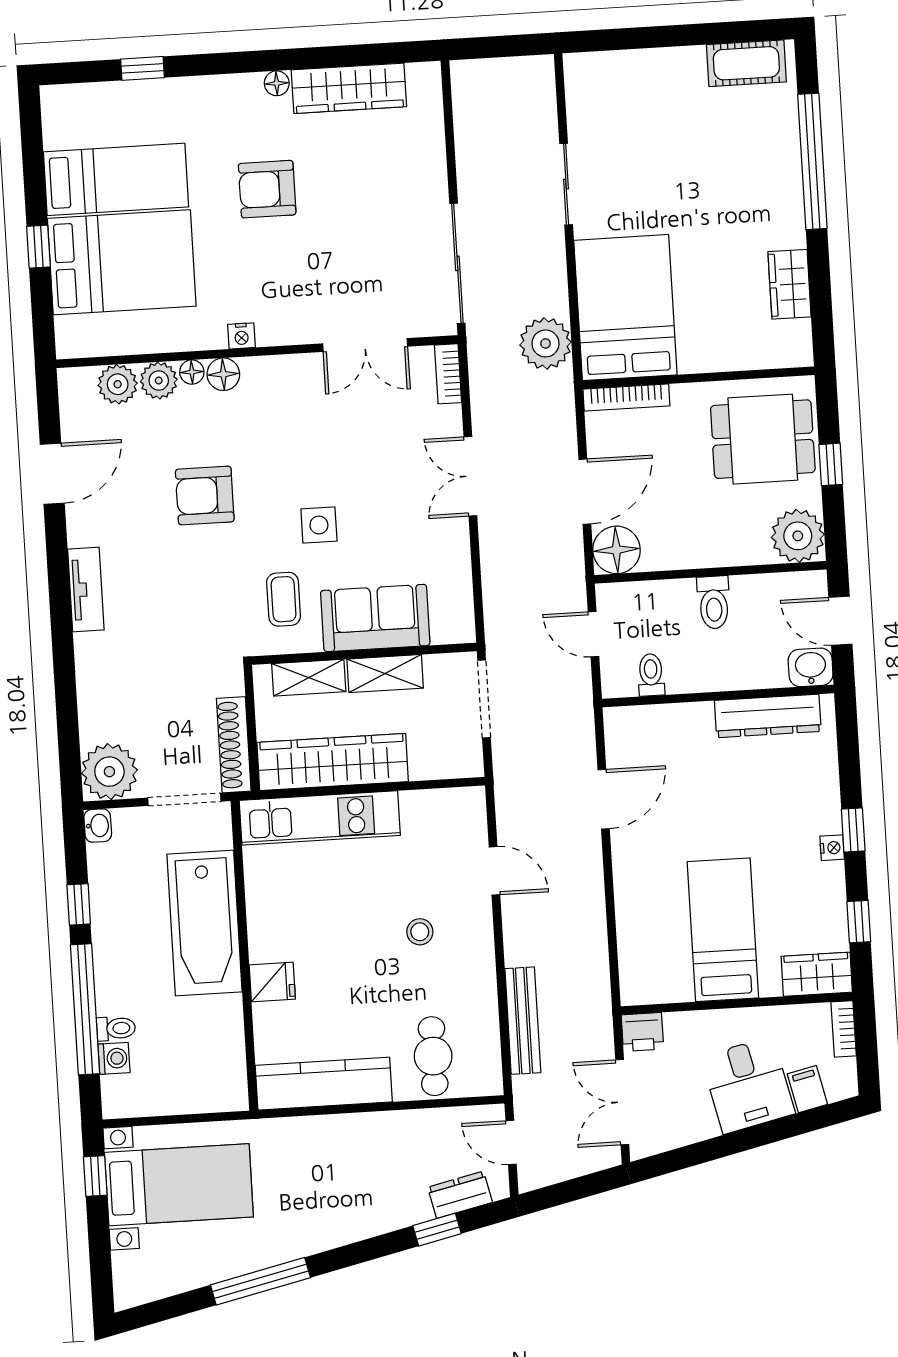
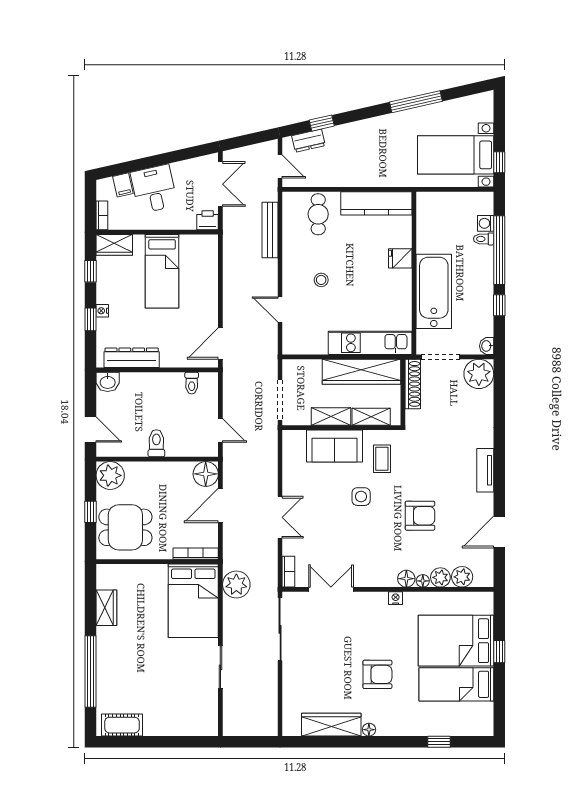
washbasin: (811, 667) -> (108, 382), moved
toilet: (651, 675) -> (192, 383), moved
wall: (718, 696) -> (157, 370), moved
dresser: (768, 716) -> (132, 358), moved

